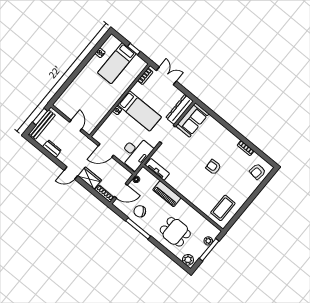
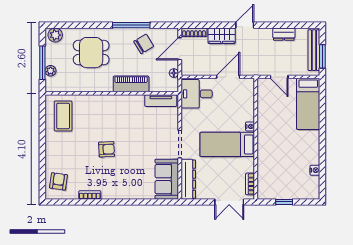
bed: (117, 63) -> (308, 104), moved, turned 180
desk: (136, 153) -> (197, 94), width x0.73

